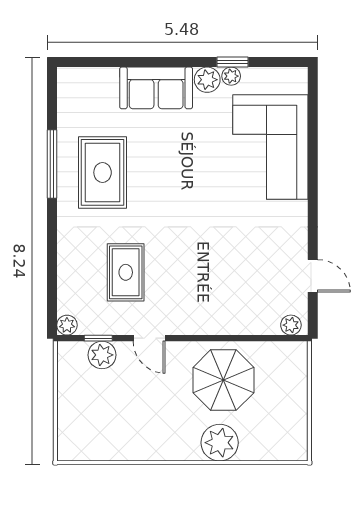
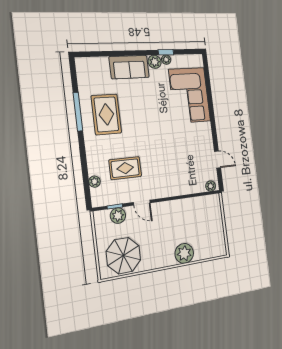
rug: (126, 272) -> (125, 168), turned 90
plant: (67, 325) -> (95, 182), moved
parasol: (223, 380) -> (123, 256), moved

